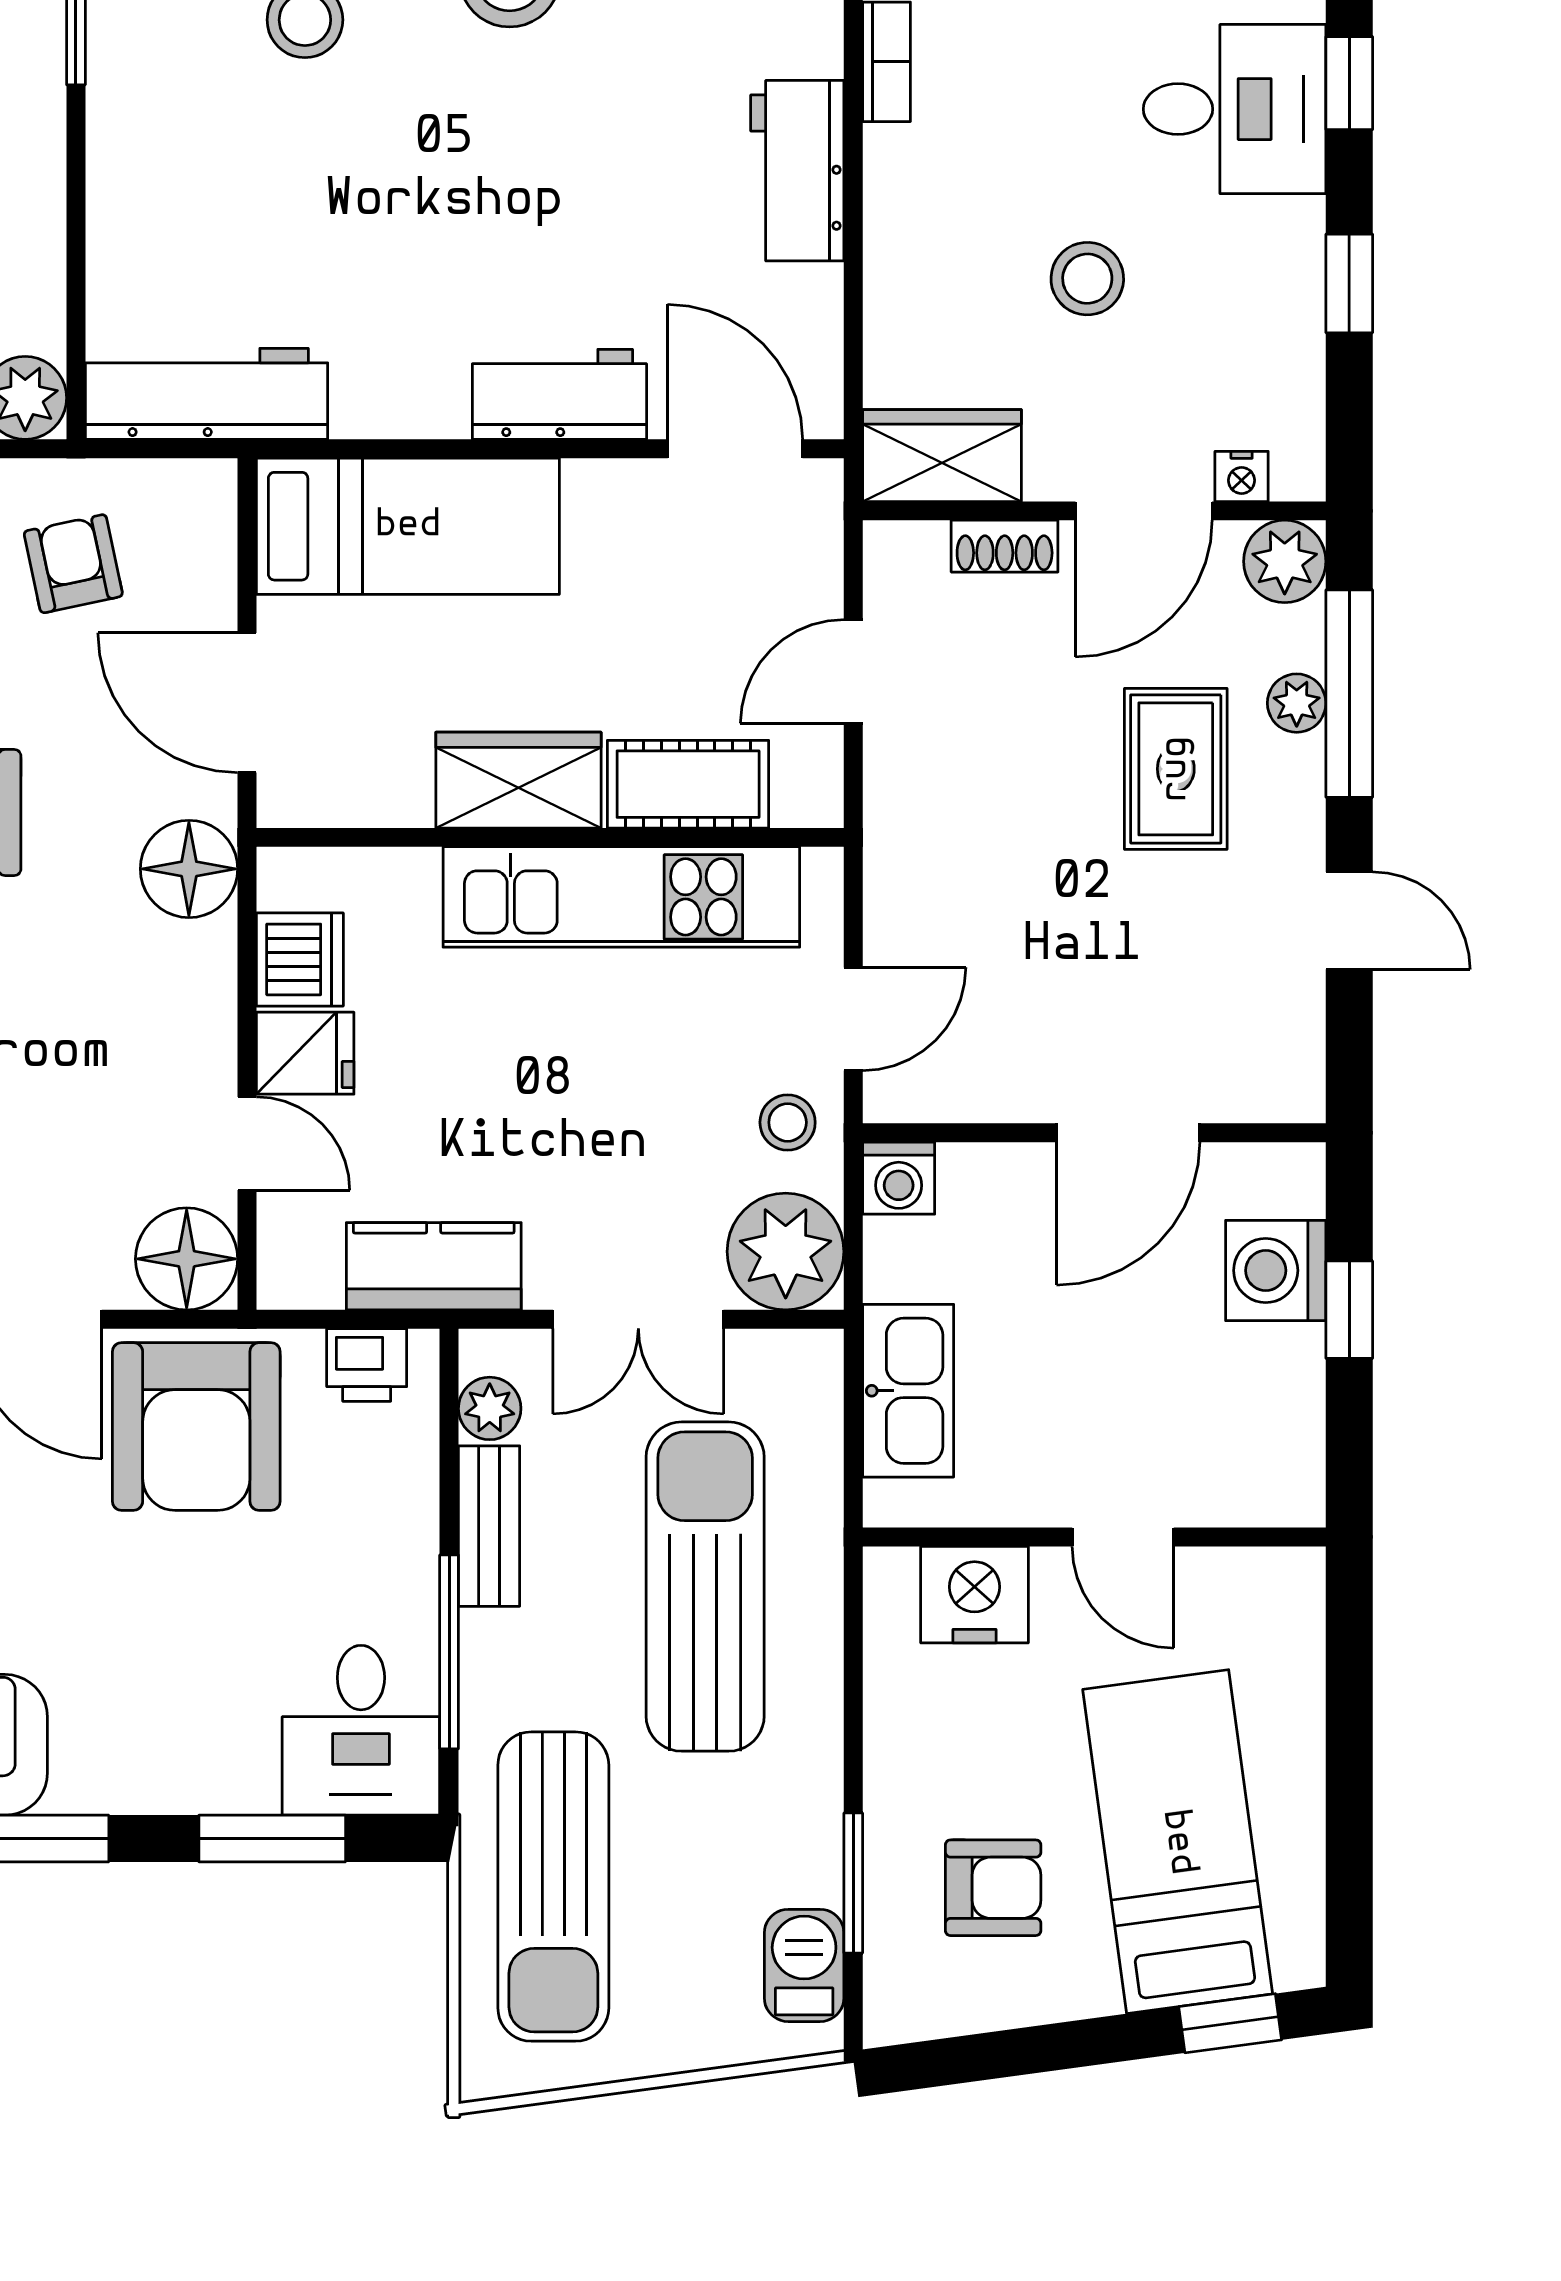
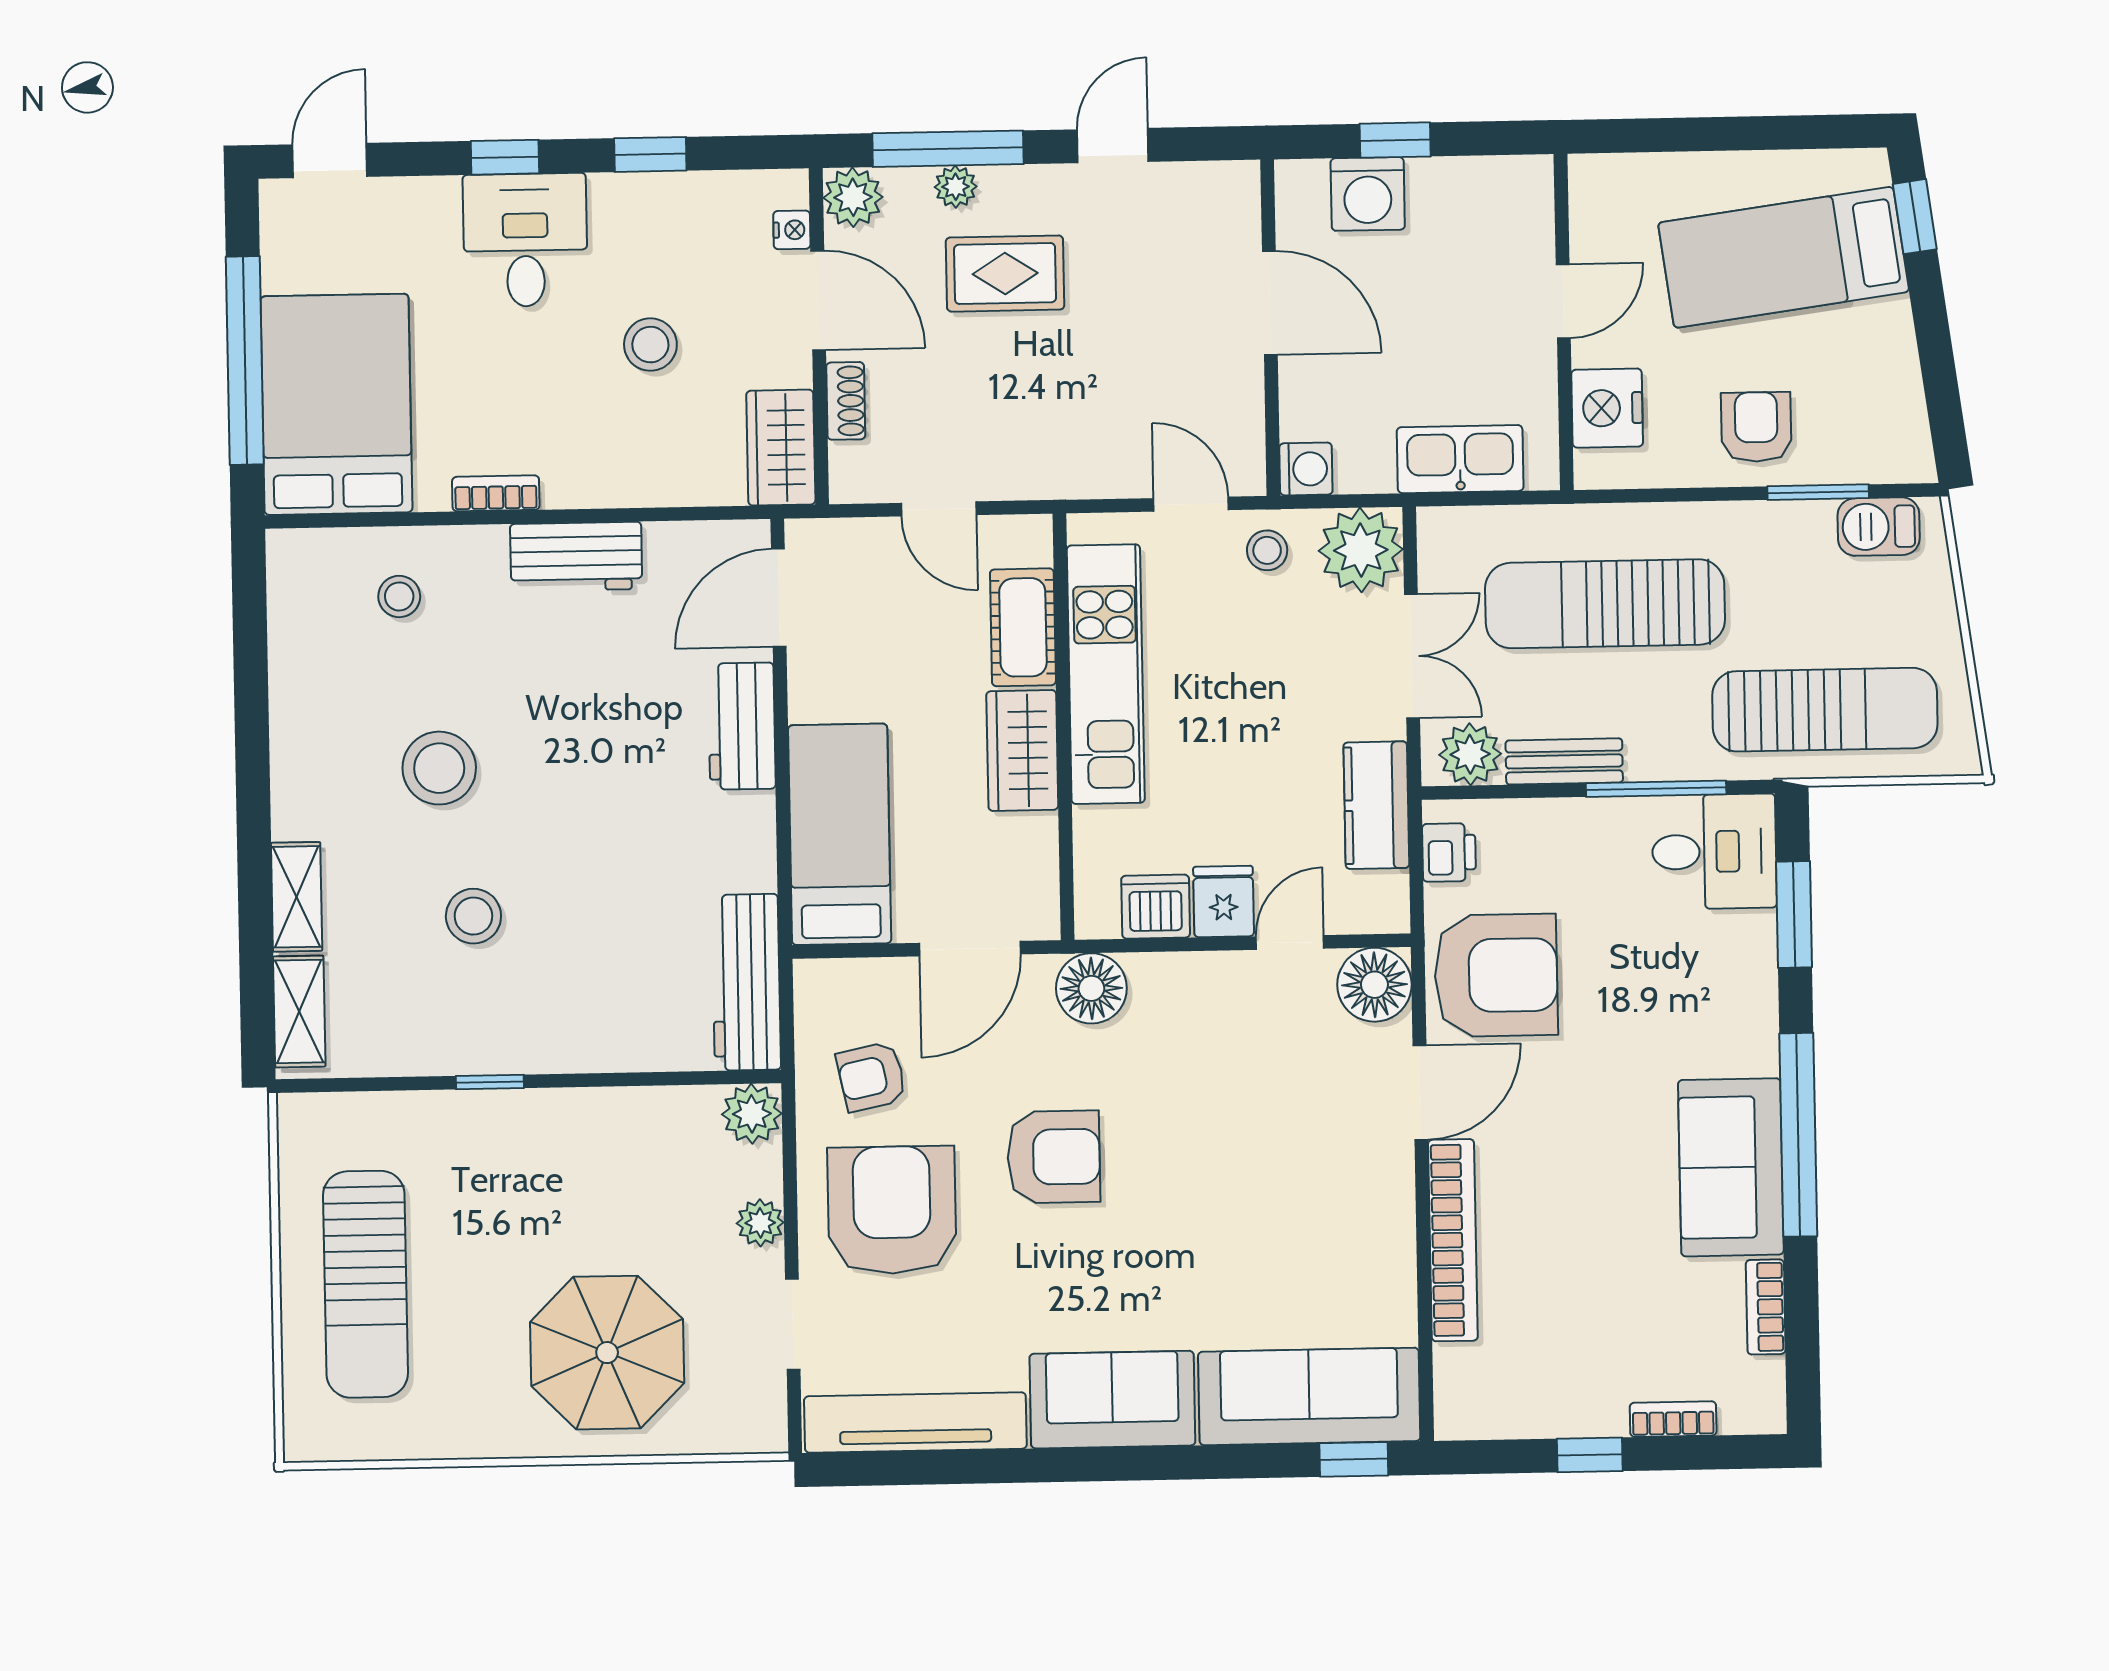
plant: (490, 1408) -> (1470, 754), width x1.38, depth x1.38
armchair: (993, 1888) -> (1756, 427), moved

